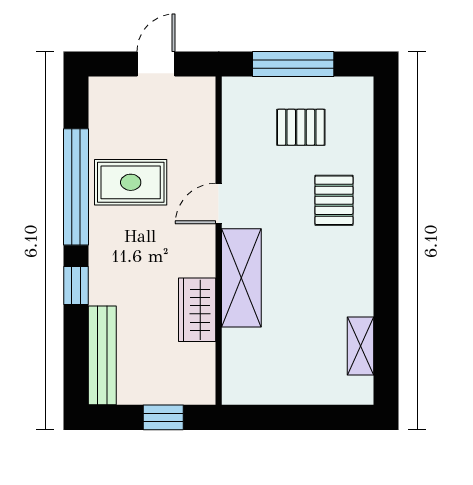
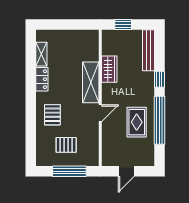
rug: (131, 182) -> (137, 122), turned 90
locker: (359, 286) -> (42, 79), added

